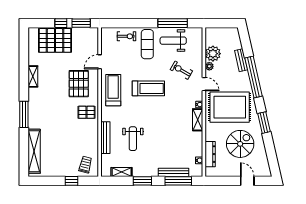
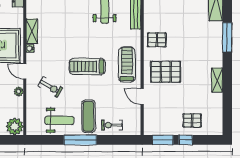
window: (173, 23) -> (80, 140), moved
pallet: (55, 40) -> (192, 120), width x0.49, depth x0.50
plant: (213, 54) -> (15, 126), moved
door: (100, 62) -> (142, 96), swing flipped
pallet: (79, 84) -> (166, 72), turned 90
treadmill: (113, 90) -> (127, 65), turned 180

